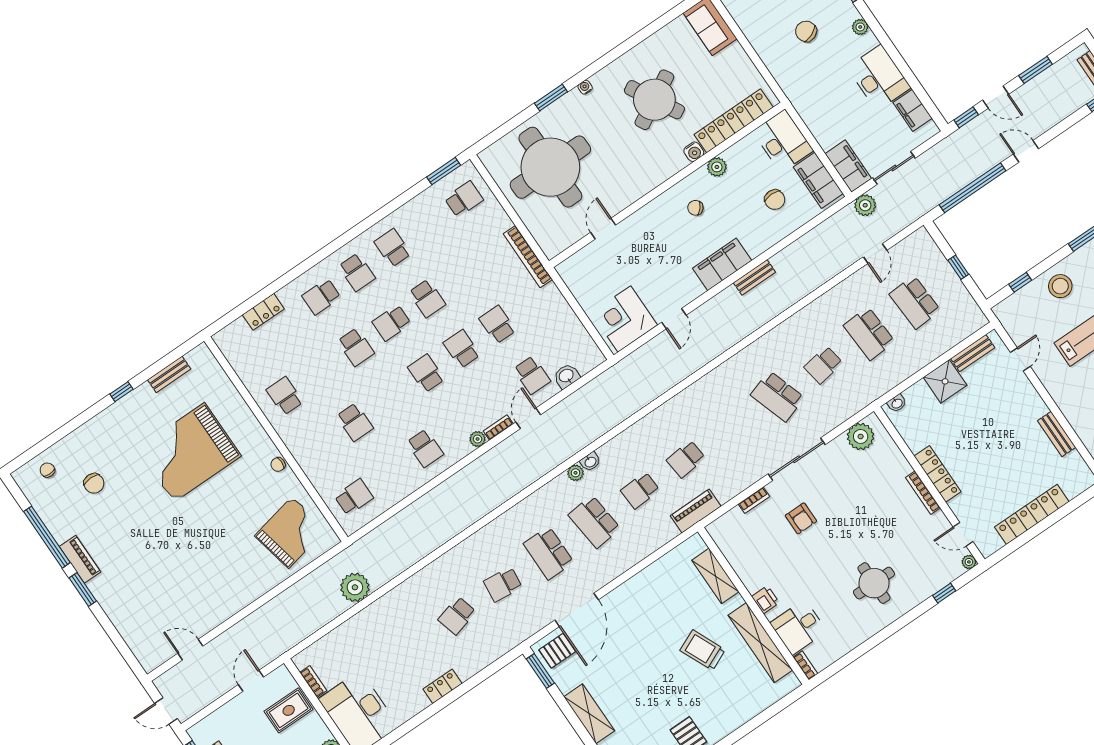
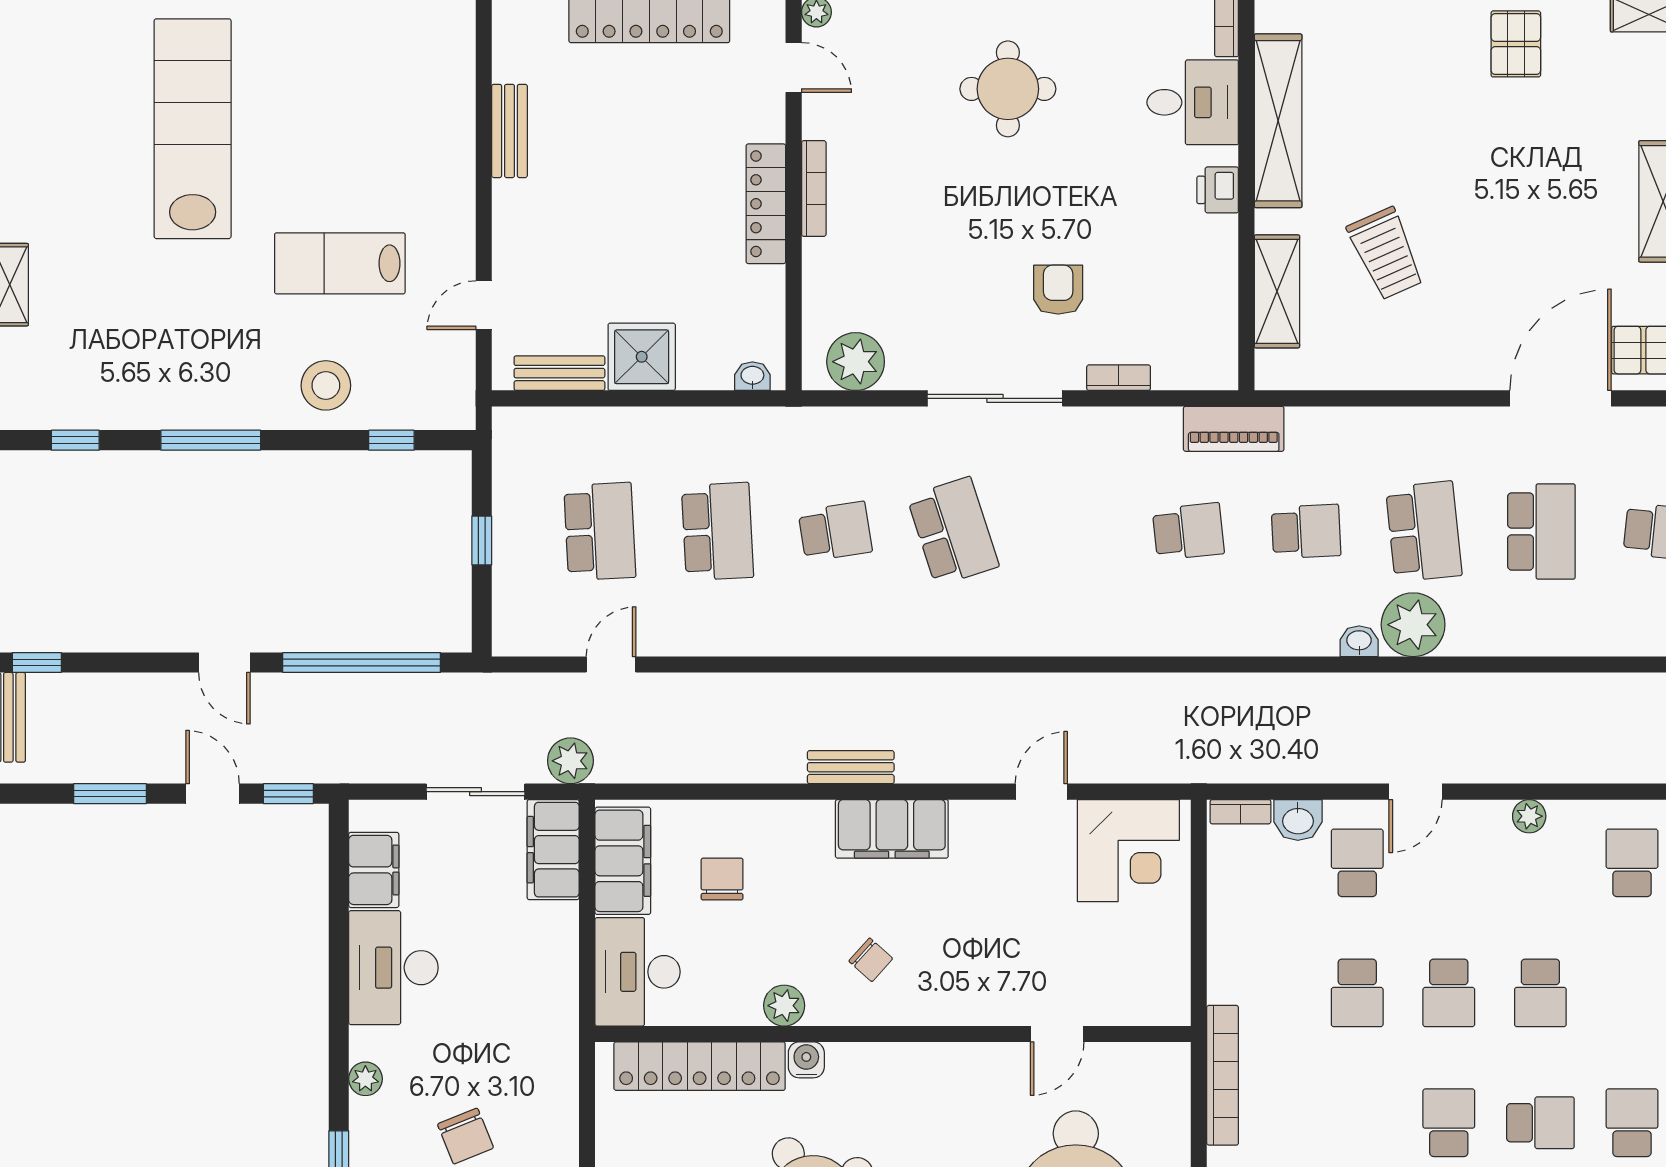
bookcase: (498, 427) -> (1240, 812), moved
plant: (576, 473) -> (1413, 625), width x1.87, depth x1.87
trolley: (703, 650) -> (1386, 253), moved

